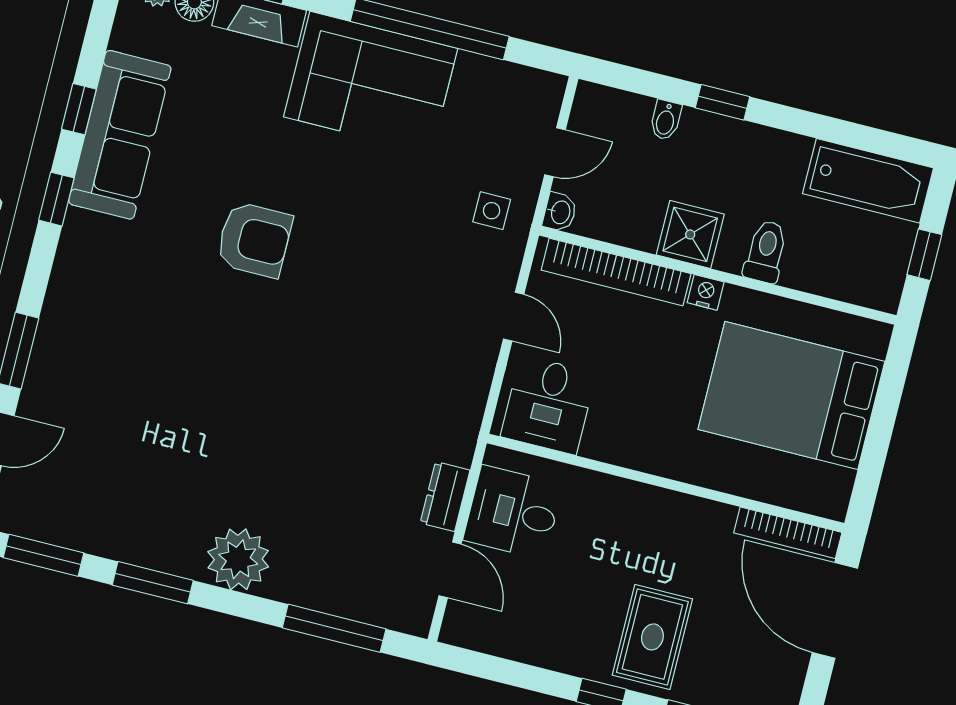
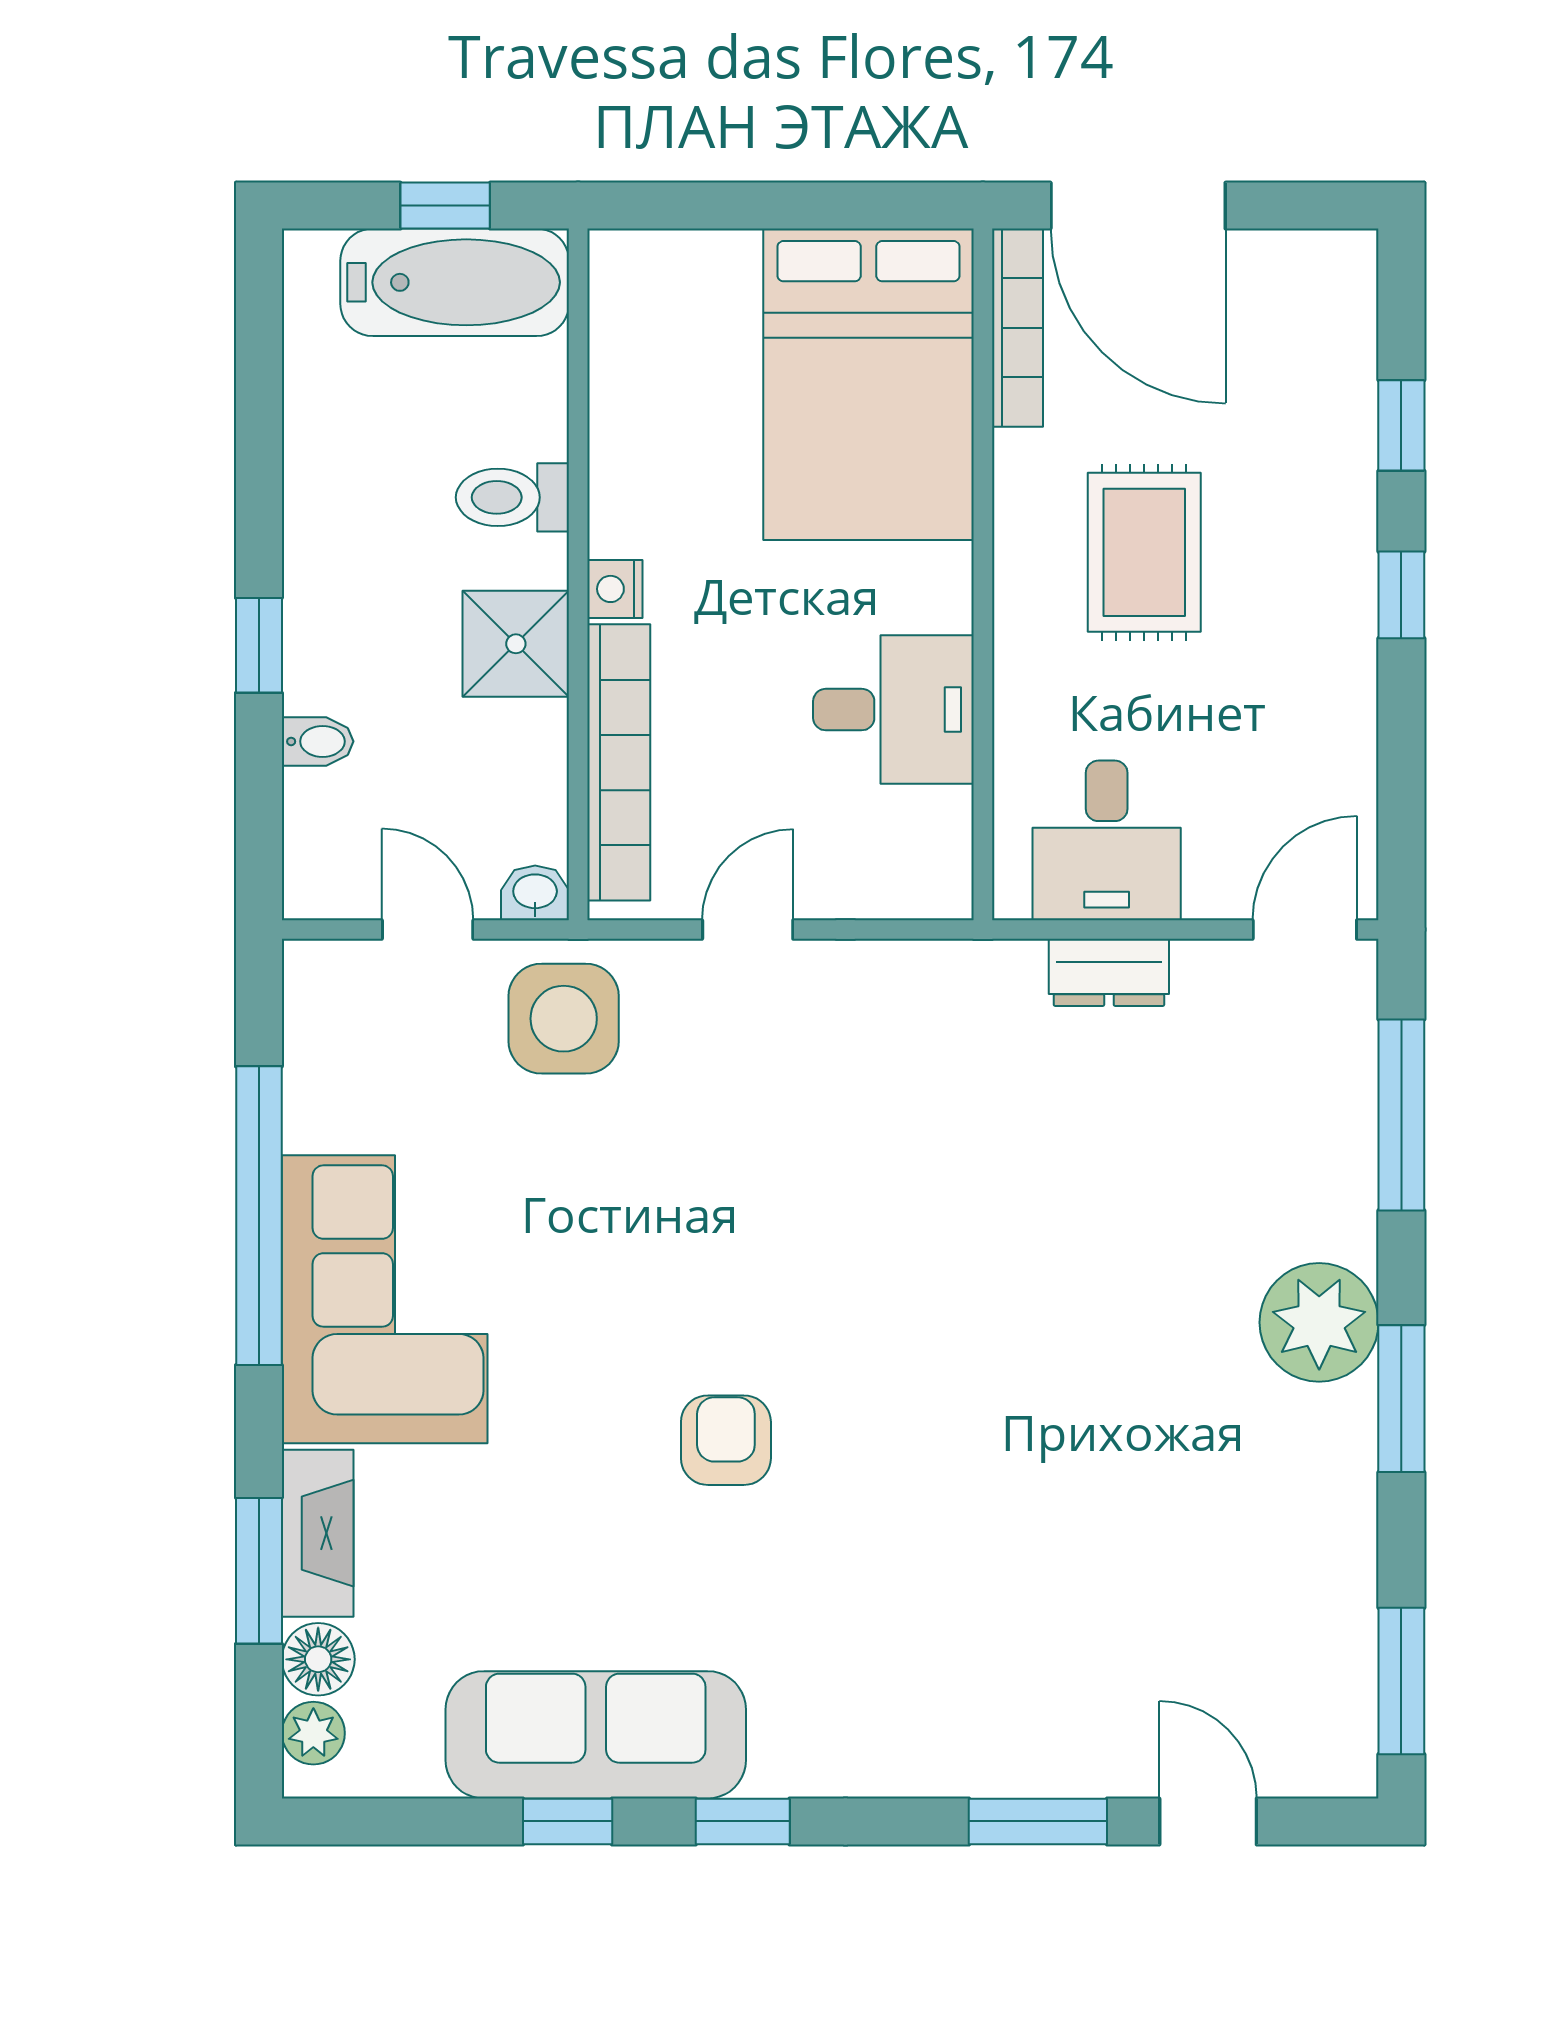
bathtub: (868, 181) -> (455, 282), moved, turned 90
side table: (492, 211) -> (564, 1019), width x1.87, depth x1.87
armchair: (254, 240) -> (726, 1440), width x0.72, depth x0.72
bed: (791, 395) -> (868, 384), moved
desk: (548, 405) -> (893, 710), moved
door: (450, 570) -> (1305, 930), moved
window: (153, 583) -> (1401, 1399), moved
door: (835, 610) -> (1138, 206), hinge flipped
rug: (652, 637) -> (1144, 552), moved, turned 90

